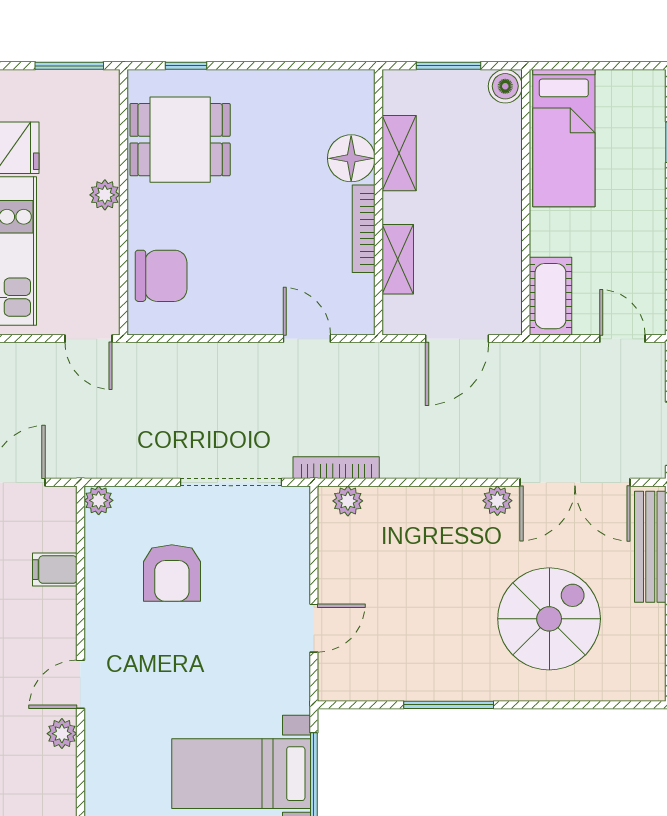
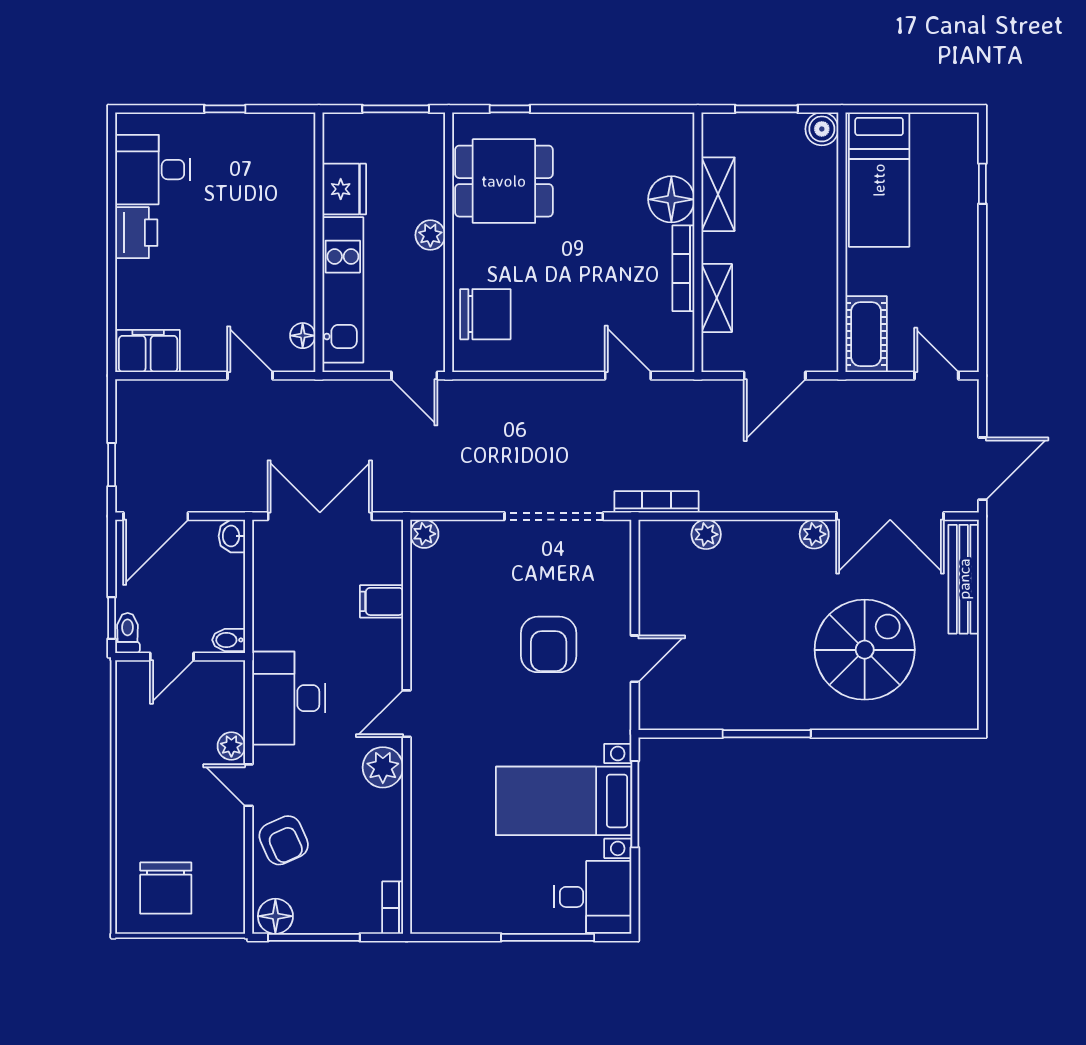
plant: (348, 501) -> (706, 534), moved
armchair: (172, 573) -> (549, 644), moved
plant: (62, 734) -> (383, 767), width x1.38, depth x1.38

